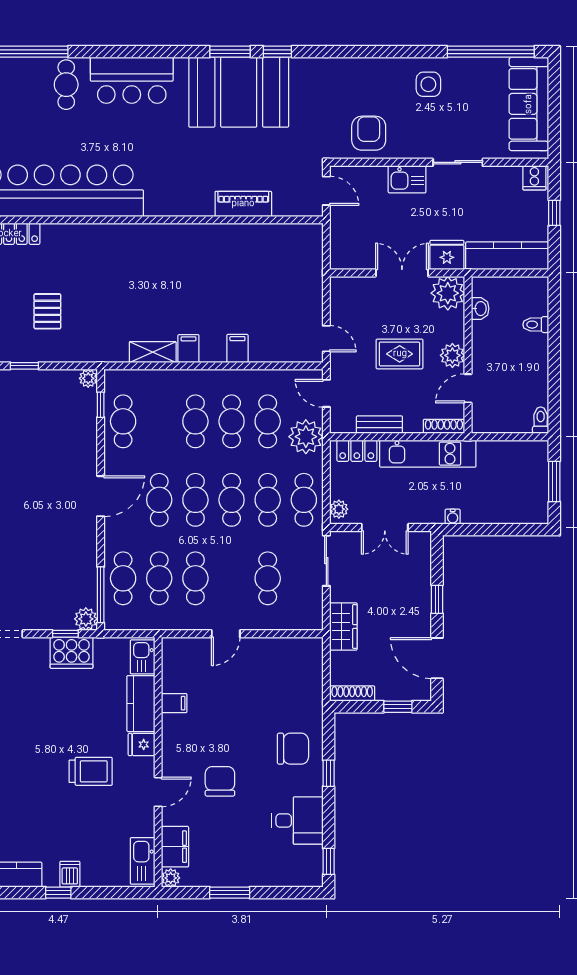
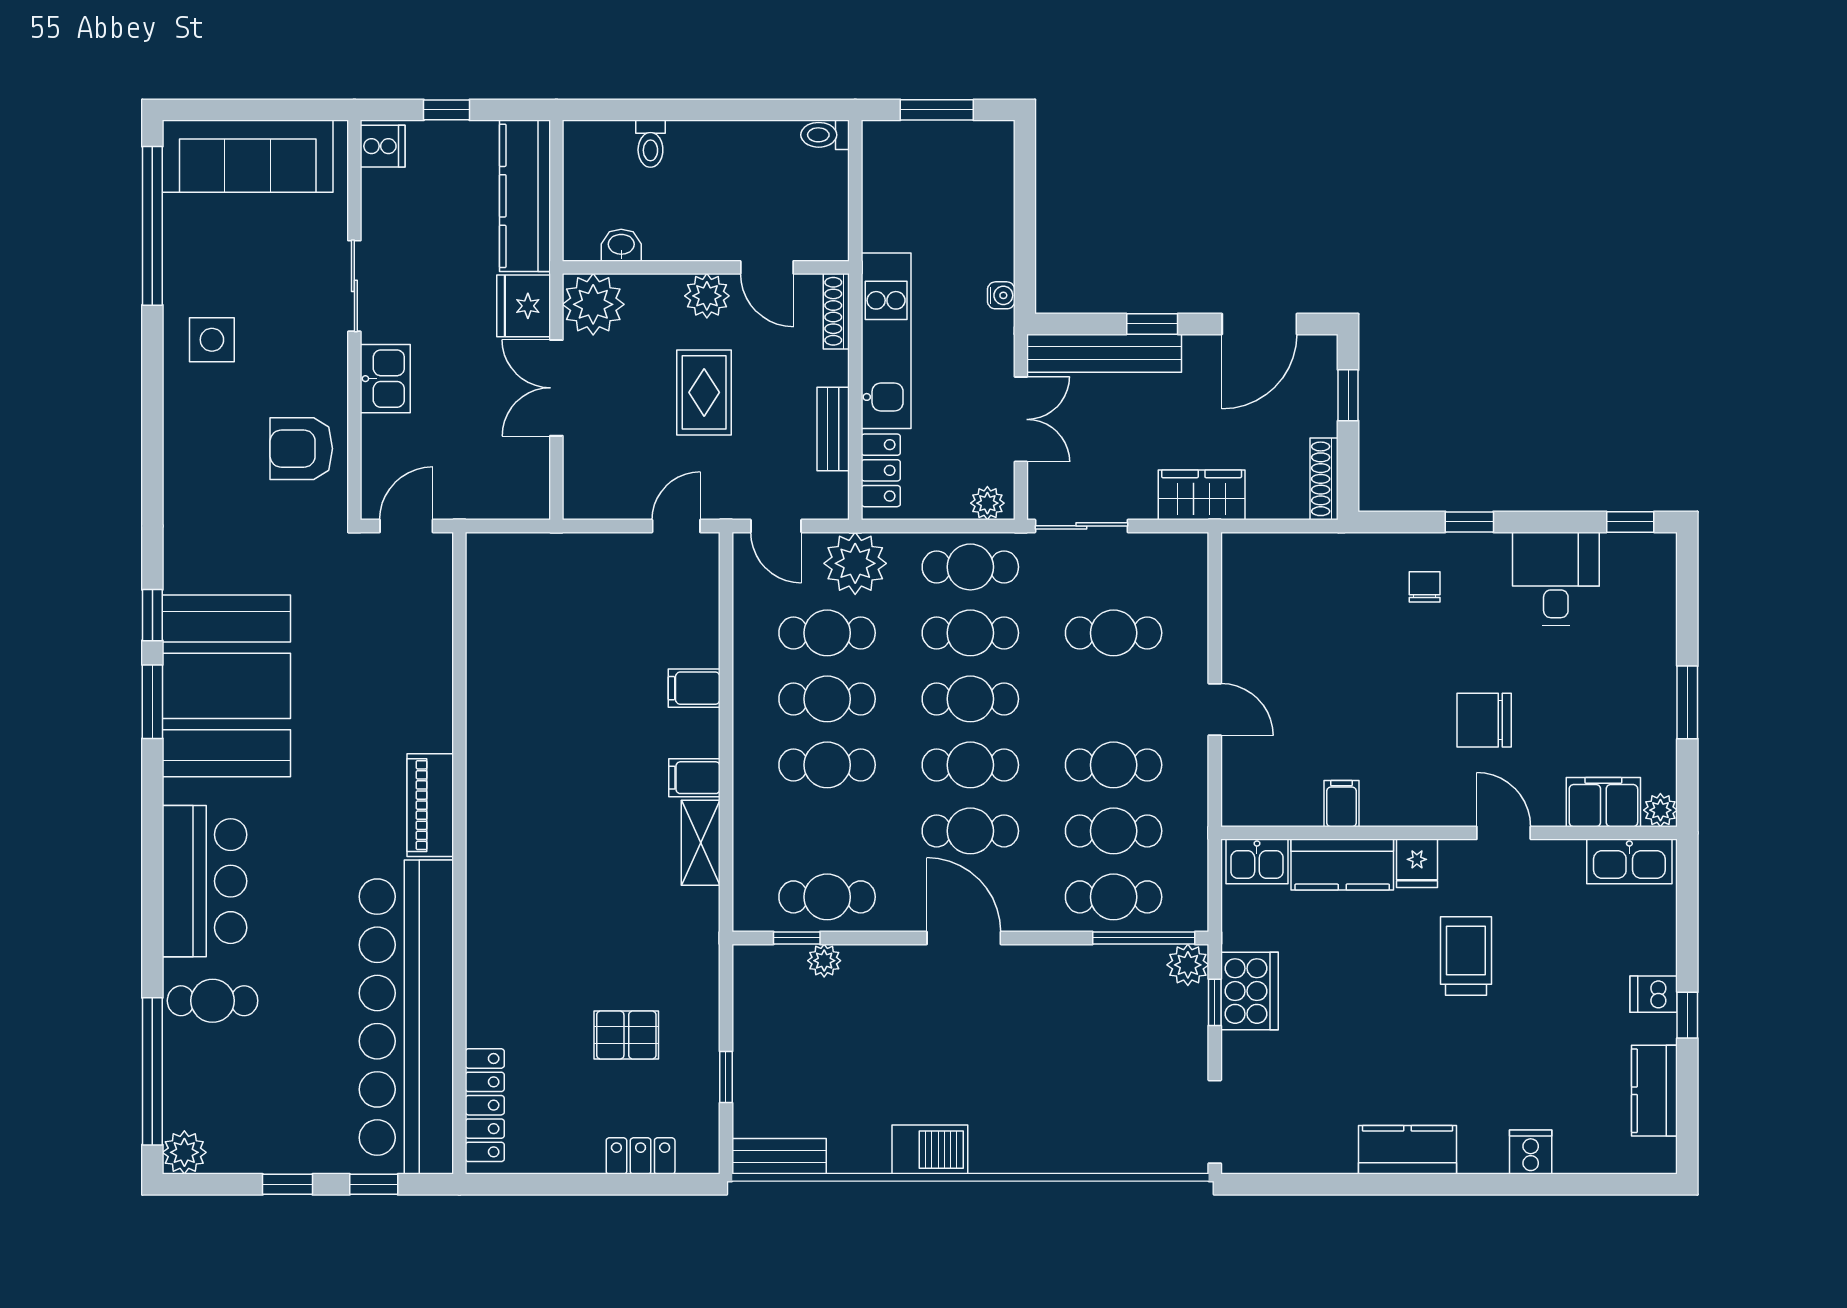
piano: (243, 204) -> (430, 805), moved
plant: (88, 378) -> (824, 961), moved
door: (326, 393) -> (776, 526), hinge flipped
bench: (421, 573) -> (1104, 353), added
chair: (293, 749) -> (1425, 587), width x0.54, depth x0.54

